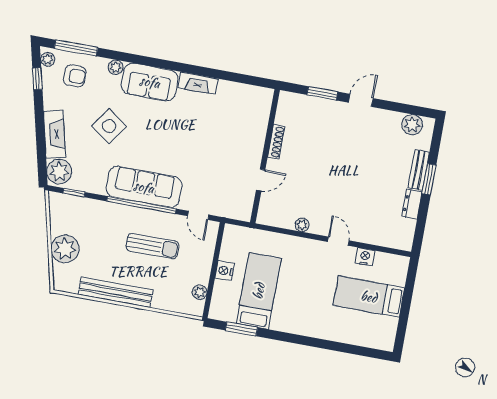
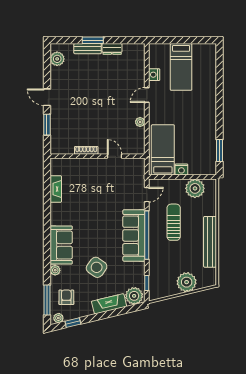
fireplace: (198, 83) -> (56, 189), moved
bed: (259, 291) -> (163, 150), moved, turned 90
plant: (200, 292) -> (195, 188), width x1.87, depth x1.87

